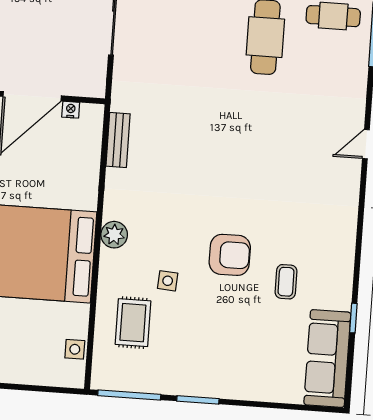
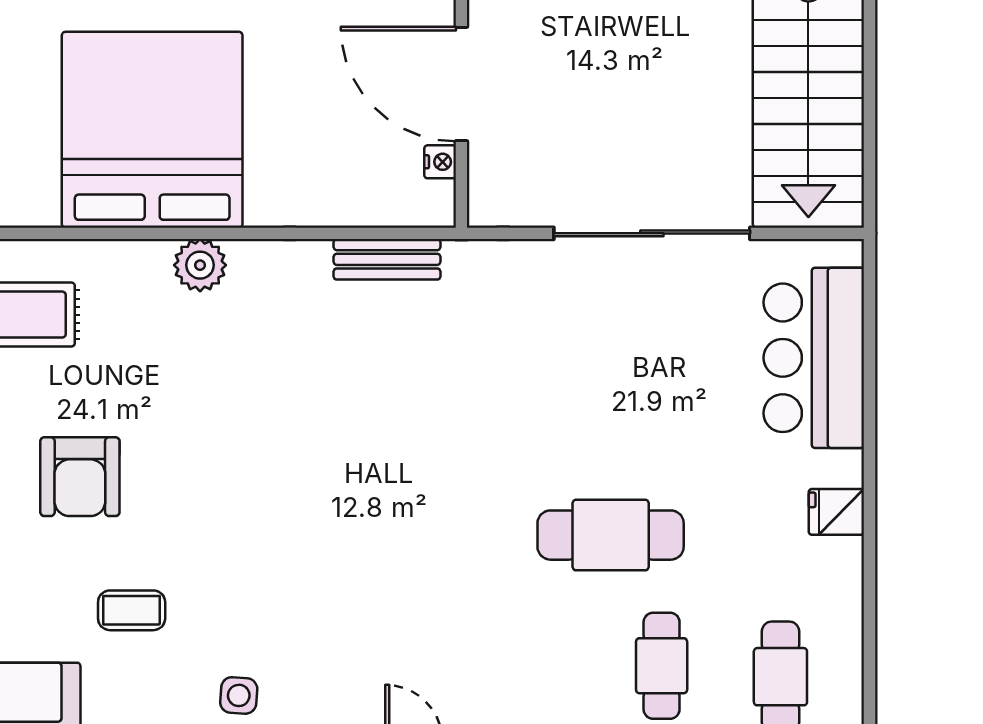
armchair: (230, 255) -> (80, 477), moved
side table: (168, 281) -> (239, 695), moved

